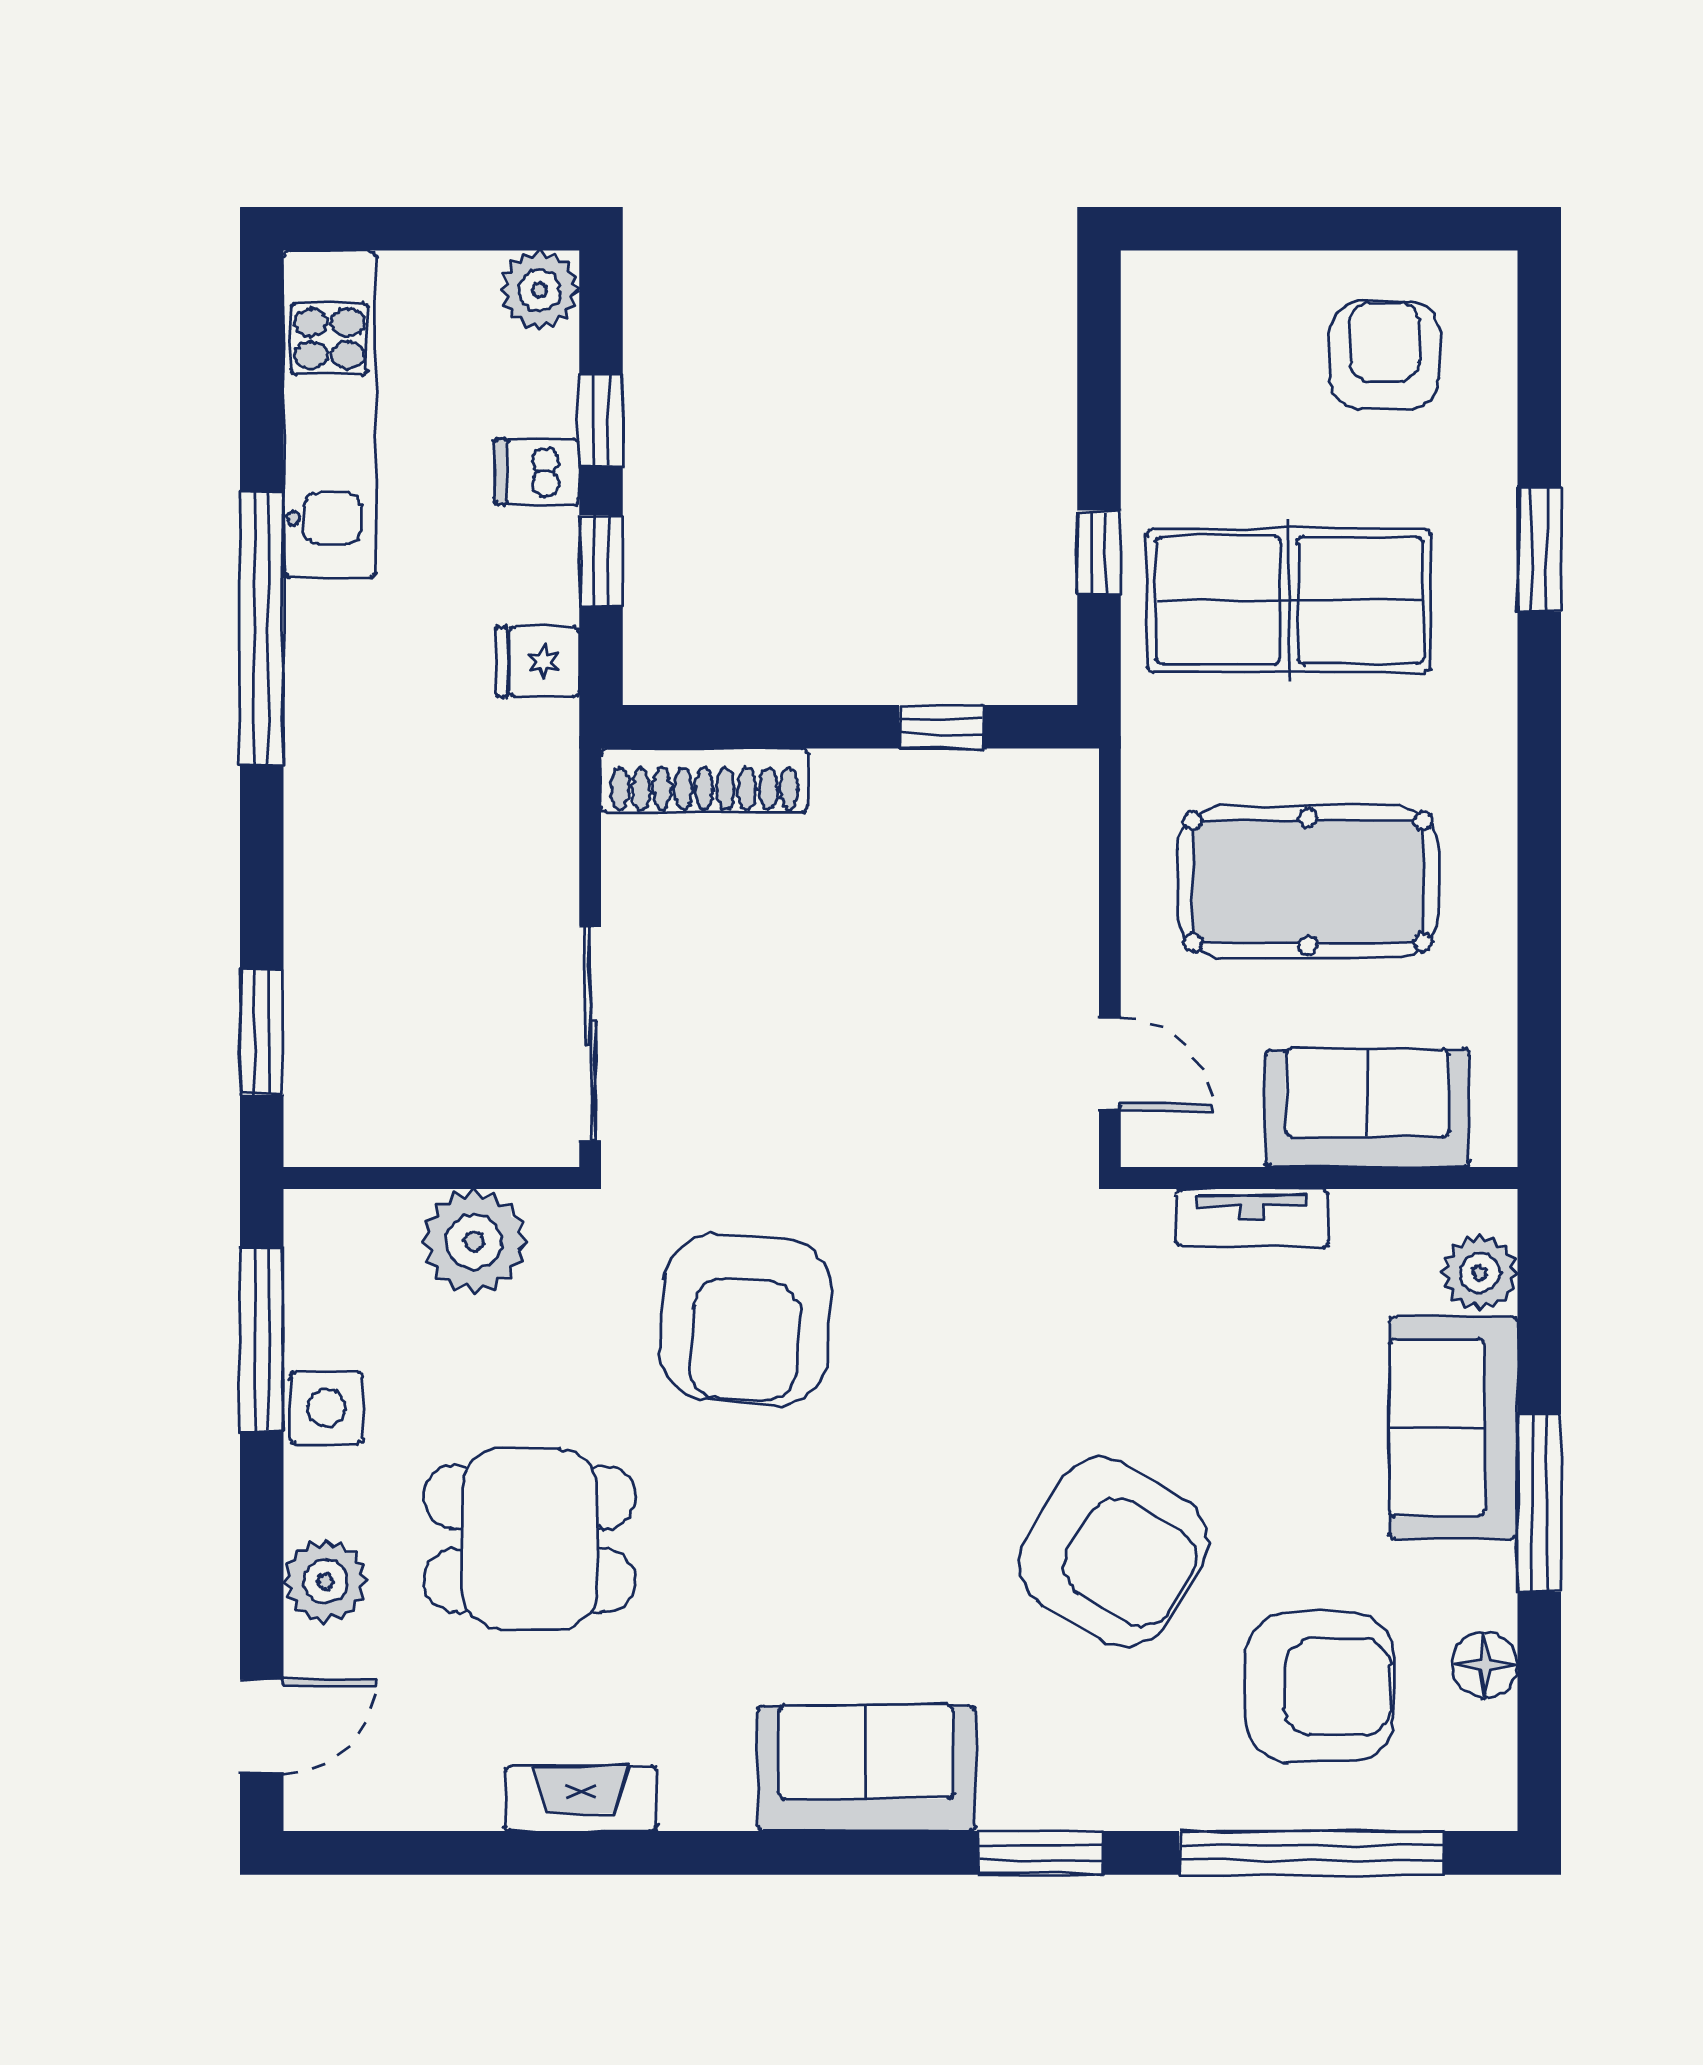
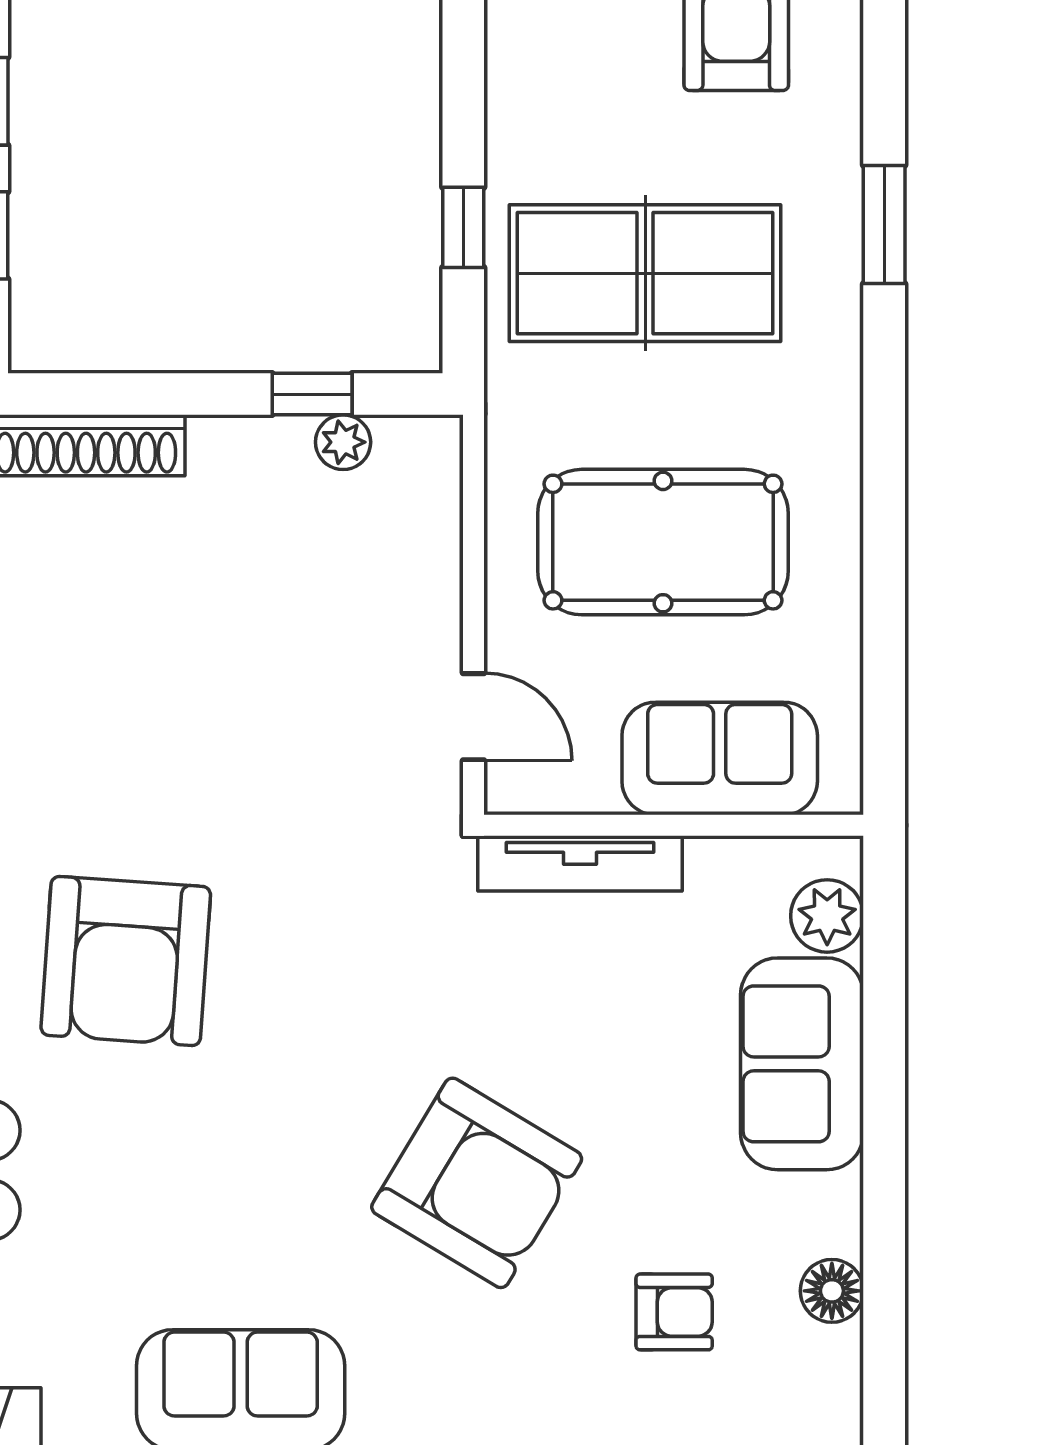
plant: (973, 777) -> (343, 442), added
tv unit: (1252, 1218) -> (580, 863), width x1.41
window: (1539, 1503) -> (884, 1136), removed
armchair: (1320, 1687) -> (674, 1312), width x0.53, depth x0.53

